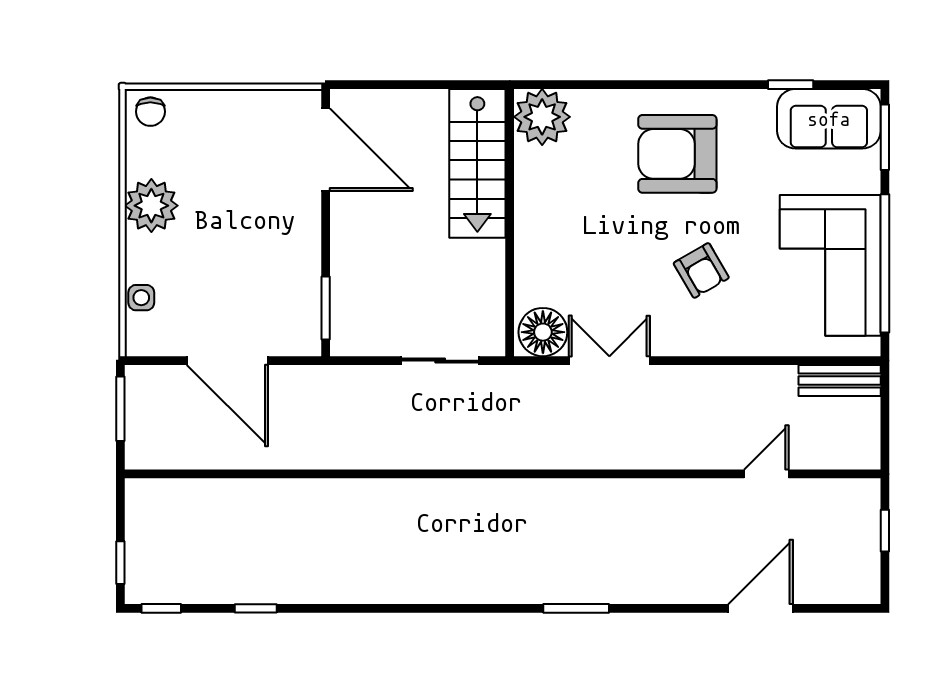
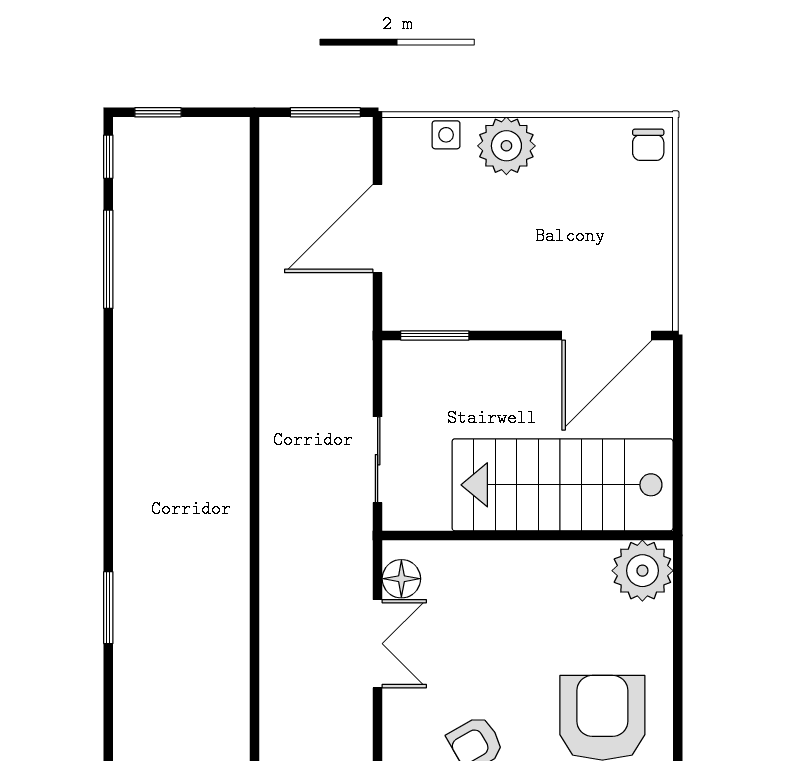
chair: (150, 112) -> (648, 145), turned -90
stairs: (477, 163) -> (563, 485), width x1.36, depth x1.51
plant: (151, 206) -> (506, 146), moved
floor lamp: (543, 332) -> (401, 579), width x0.73, depth x0.73
window: (256, 608) -> (108, 259), width x2.17

